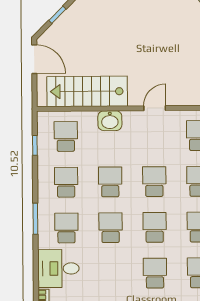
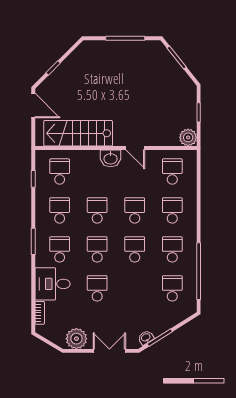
door: (155, 108) -> (135, 148), swing flipped
washbasin: (110, 121) -> (111, 158), moved
school desk: (155, 273) -> (97, 288), moved

